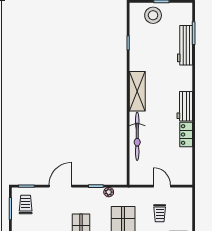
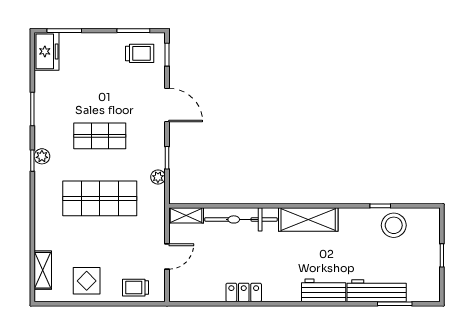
stool: (153, 15) -> (394, 225), moved
workbench: (185, 106) -> (324, 290), moved
shelving: (135, 173) -> (186, 215), added
trolley: (160, 213) -> (136, 288), moved

